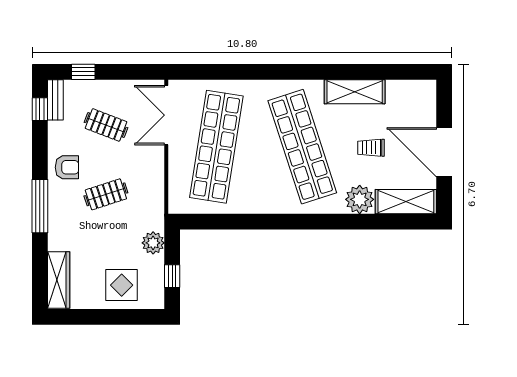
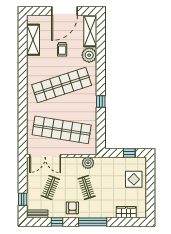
shelving: (355, 92) -> (33, 40), moved
window: (40, 109) -> (57, 222), moved
window: (271, 222) -> (101, 101), added
plant: (153, 243) -> (88, 163), moved
wardrobe: (59, 280) -> (126, 212), width x0.67

